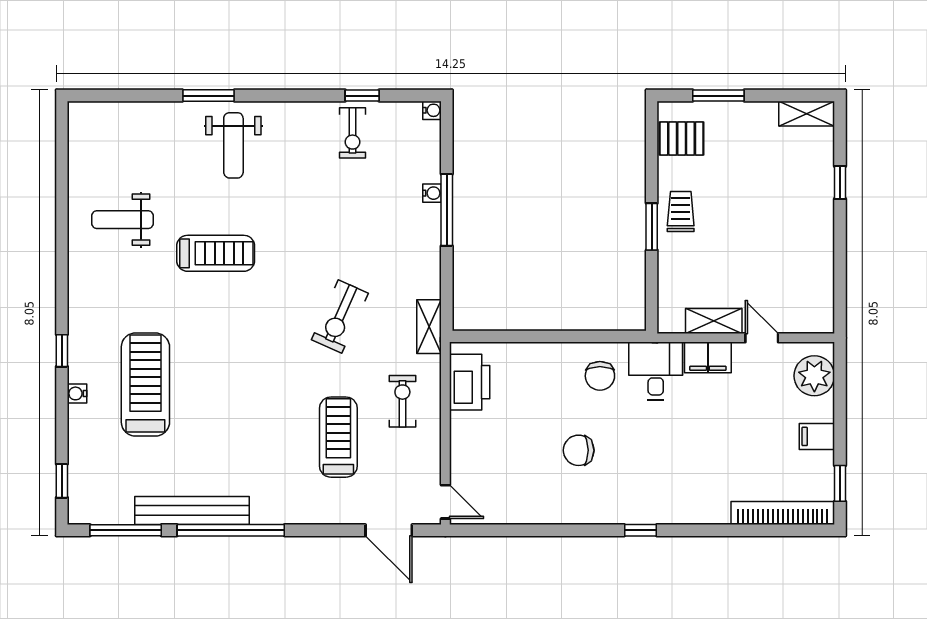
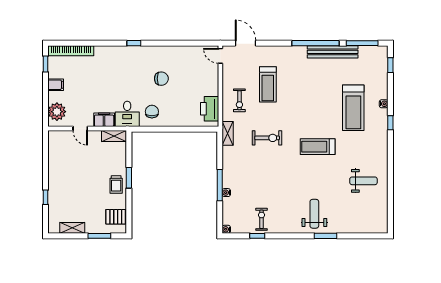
shelving: (807, 114) -> (72, 228), moved
treadmill: (216, 253) -> (318, 147), moved
exercise bike: (340, 316) -> (267, 138), turned 66
shelving: (714, 321) -> (114, 136), moved

